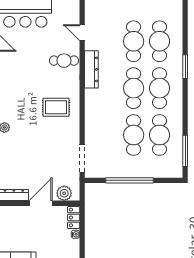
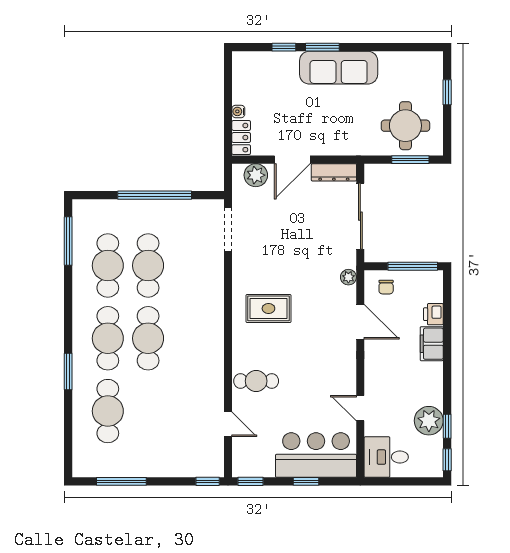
cafe table: (134, 41) -> (148, 411), removed
dresser: (91, 69) -> (214, 367), removed

